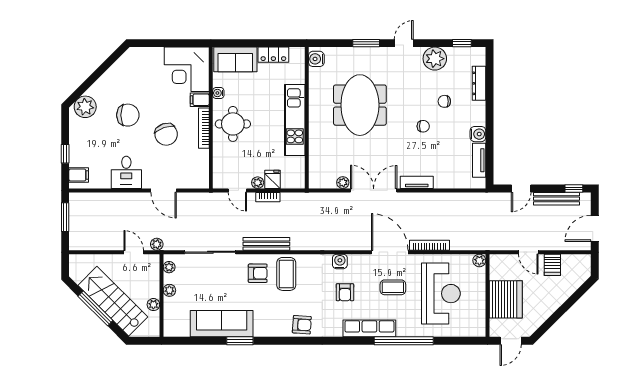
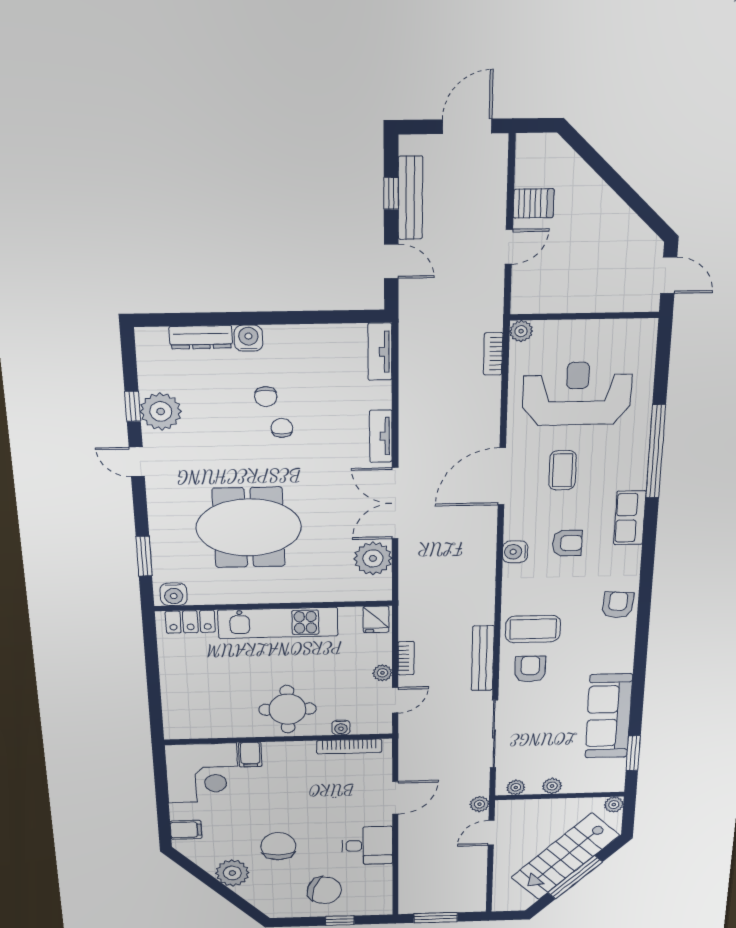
window: (366, 43) -> (144, 556), moved
window: (462, 43) -> (133, 406), moved
locker: (273, 55) -> (190, 622), moved, turned 90
sofa: (235, 59) -> (182, 709), removed
water cooler: (218, 93) -> (341, 727), moved
chair: (444, 101) -> (266, 397), moved
plant: (85, 107) -> (232, 873), moved
bookcase: (204, 128) -> (349, 747), moved
chair: (166, 134) -> (324, 890), moved, turned 38
water cooler: (478, 134) -> (248, 338), moved
tv unit: (479, 160) -> (380, 352), moved, turned 90
filing cabinet: (79, 175) -> (186, 830), moved, turned 90
fridge: (272, 179) -> (376, 619), moved, turned -90
plant: (343, 183) -> (373, 558), width x1.88, depth x1.88
window: (574, 188) -> (391, 193), moved
door: (595, 228) -> (467, 126), swing flipped
bookcase: (429, 245) -> (493, 354), moved, width x0.64
server rack: (506, 299) -> (593, 285), removed
plant: (153, 305) -> (614, 805), moved
row of seats: (369, 328) -> (630, 518), width x0.68
window: (240, 341) -> (633, 753), moved

